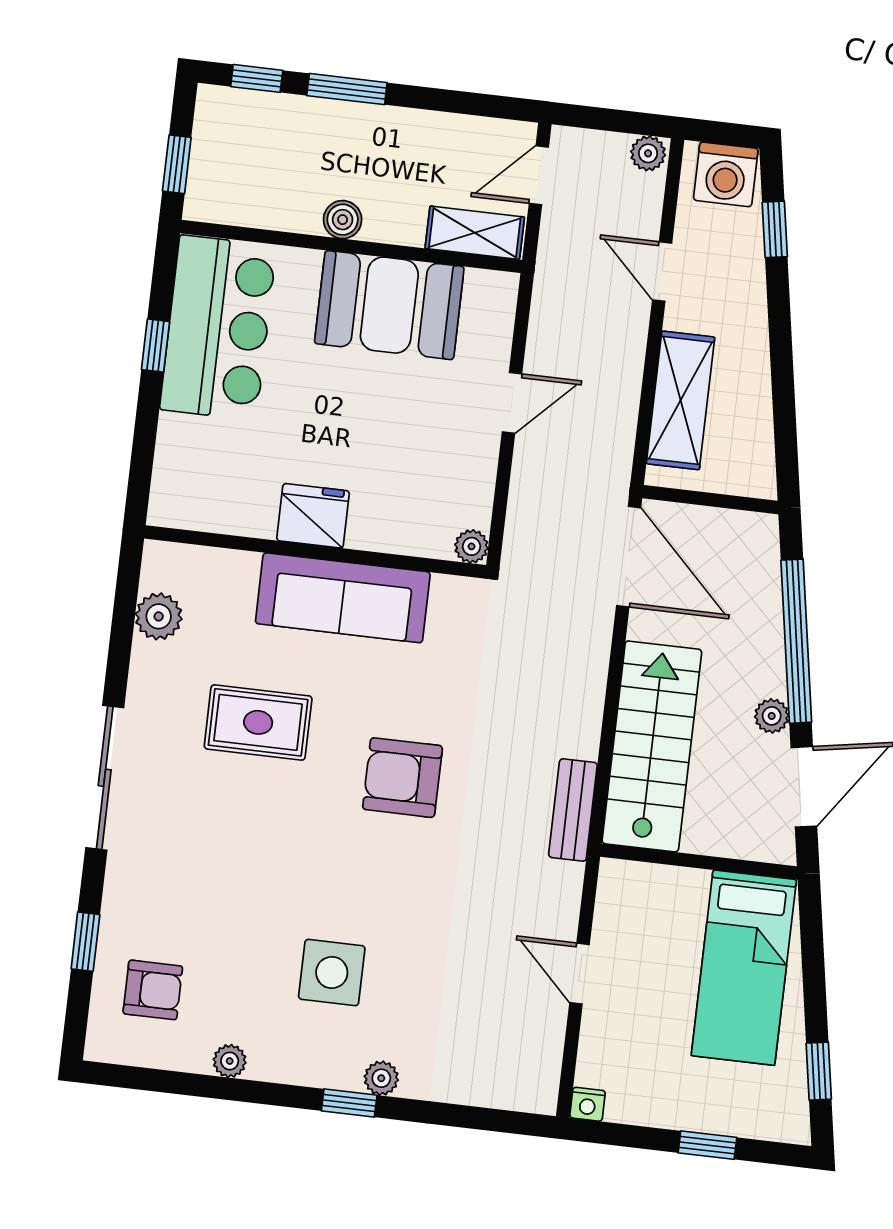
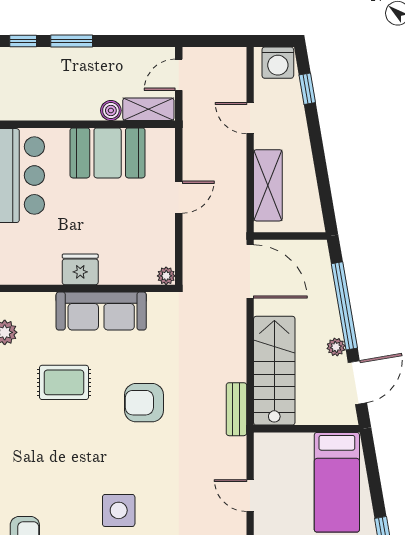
plant: (648, 153) -> (235, 56), removed
boiler: (343, 220) -> (111, 111), moved

